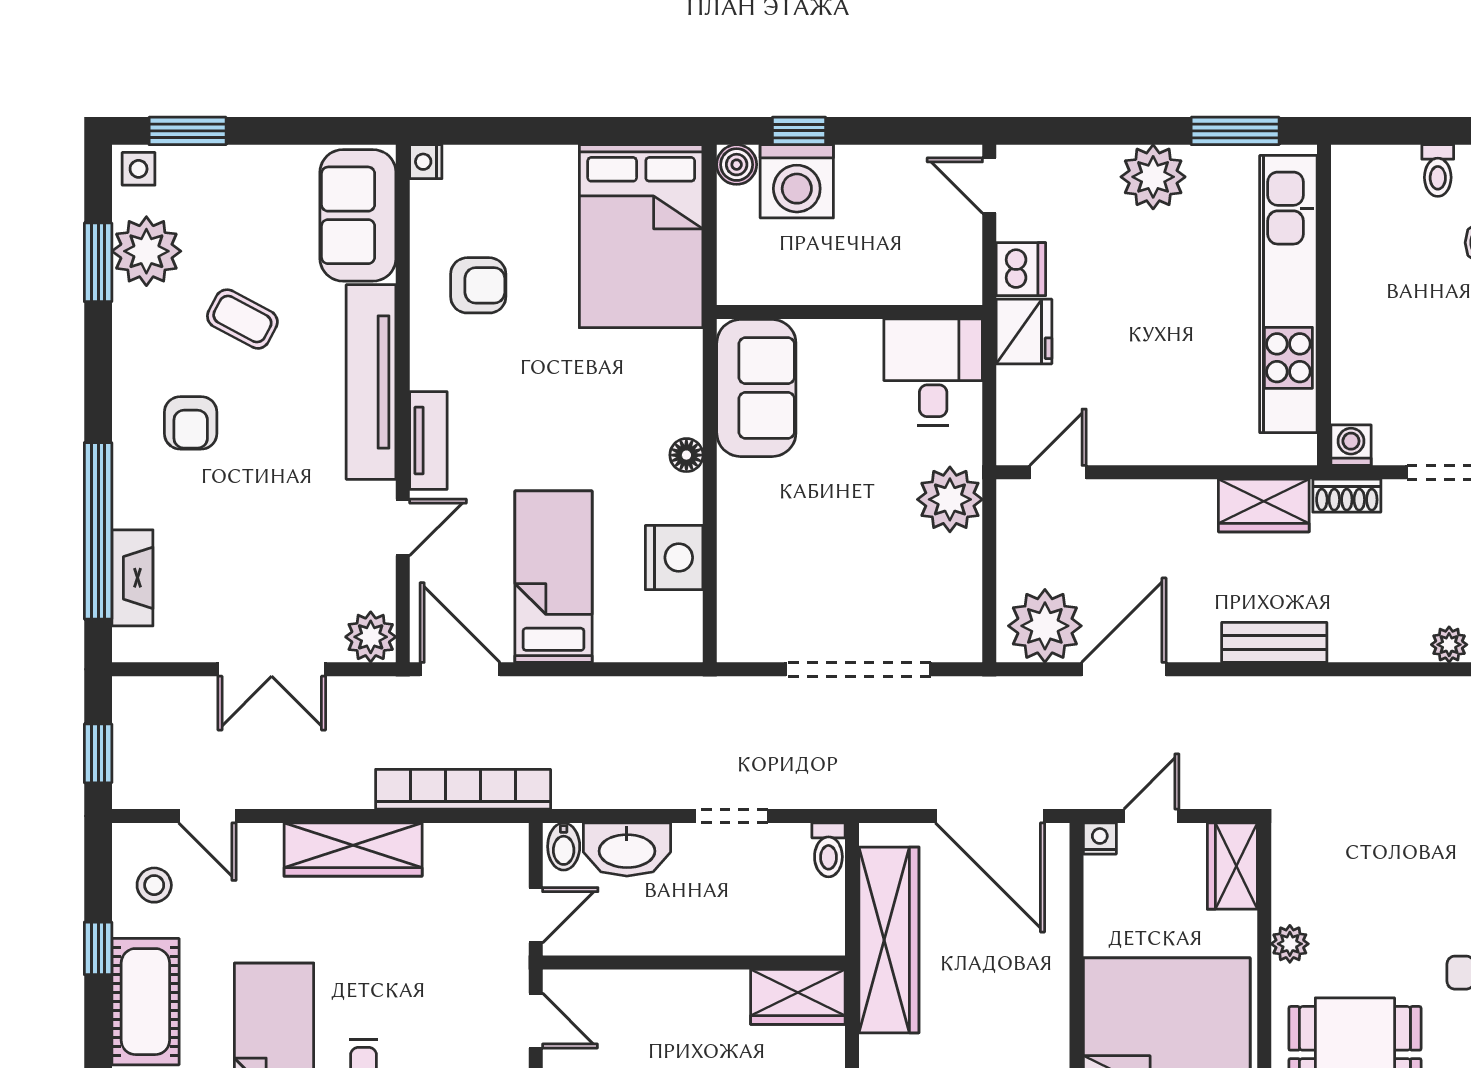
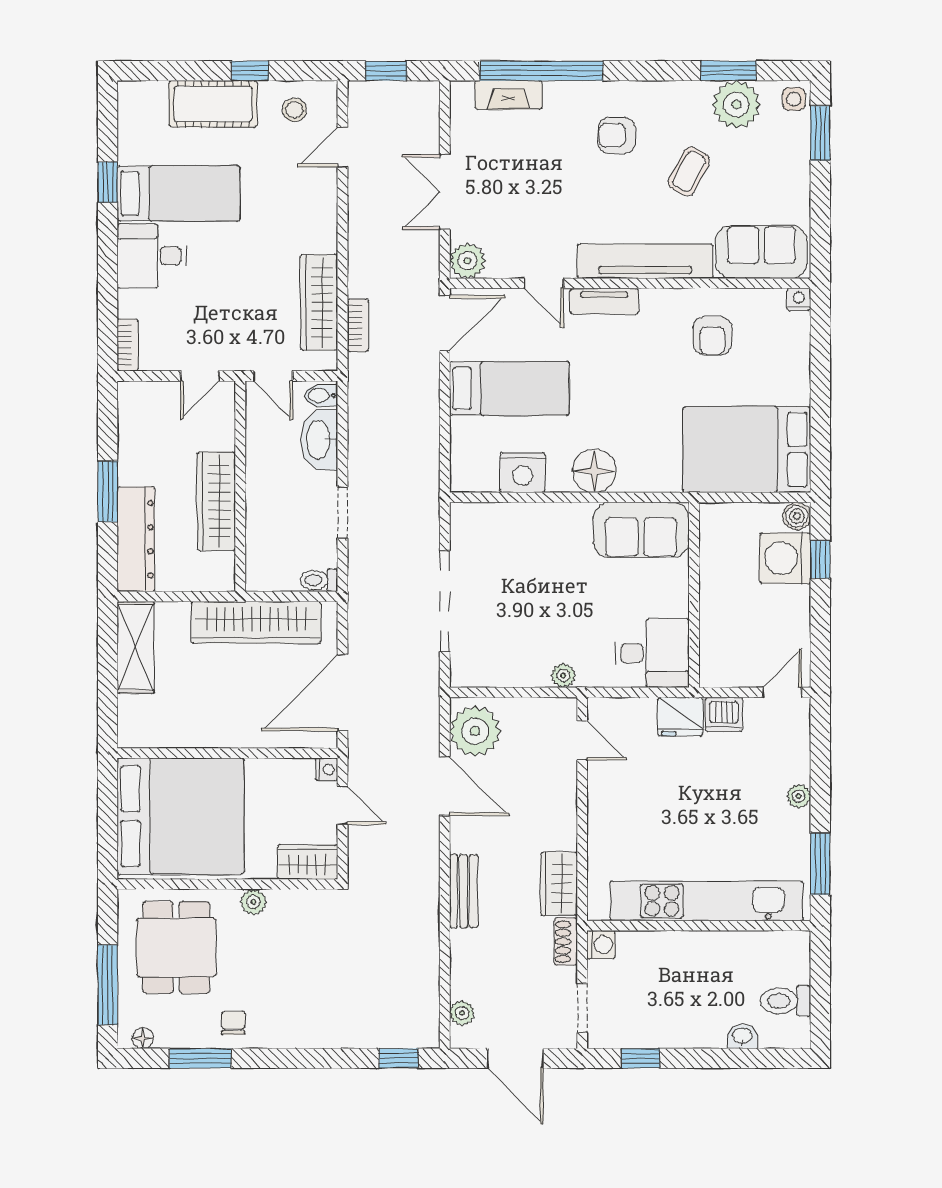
toilet: (1438, 171) -> (786, 1001), width x1.37, depth x1.39
plant: (1153, 177) -> (799, 796), width x0.53, depth x0.53
floor lamp: (686, 455) -> (594, 471), width x1.89, depth x1.89
plant: (950, 499) -> (563, 675), width x0.53, depth x0.53
bookcase: (463, 789) -> (358, 325), width x0.43, depth x0.76
wardrobe: (353, 850) -> (319, 303), moved
wardrobe: (798, 997) -> (216, 501), moved, width x1.50

